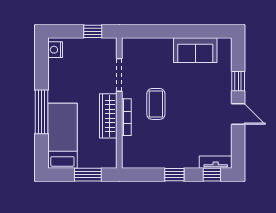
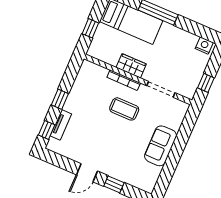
sofa: (195, 50) -> (161, 146), moved
wardrobe: (108, 116) -> (131, 66), width x0.67
tv unit: (216, 162) -> (61, 125), moved
window: (88, 175) -> (90, 28), width x0.67

